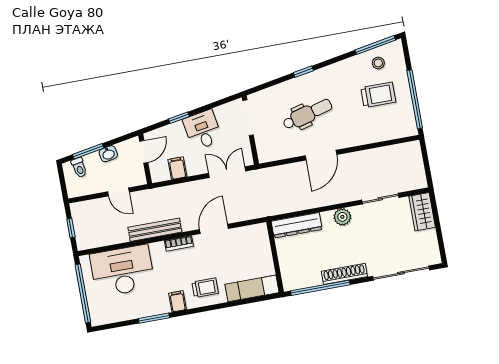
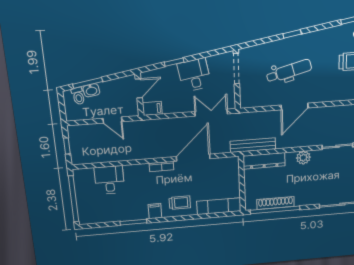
washbasin: (108, 154) -> (91, 90), moved
filing cabinet: (177, 168) -> (152, 108), moved, turned 90
door: (214, 229) -> (193, 158), width x1.36
bench: (155, 230) -> (253, 145), moved
desk: (122, 271) -> (109, 180), width x0.53, depth x0.77
shoe rack: (344, 274) -> (276, 203), moved

